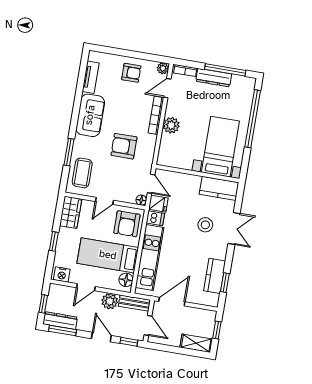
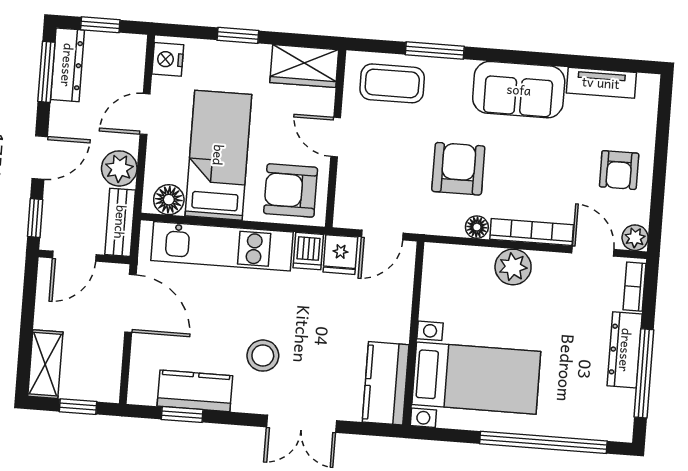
floor lamp: (141, 200) -> (477, 227), moved
stool: (205, 225) -> (263, 356), moved
door: (86, 287) -> (145, 114), hinge flipped

